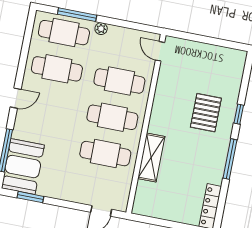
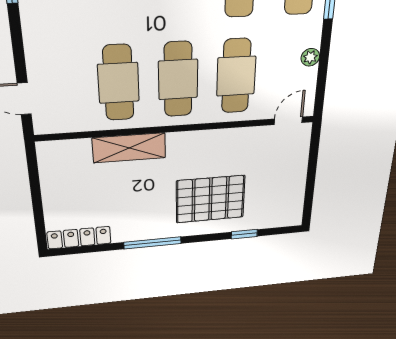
plant: (101, 29) -> (310, 57), moved
pallet: (206, 113) -> (210, 199), width x1.37, depth x1.41
window: (239, 114) -> (244, 234), moved

